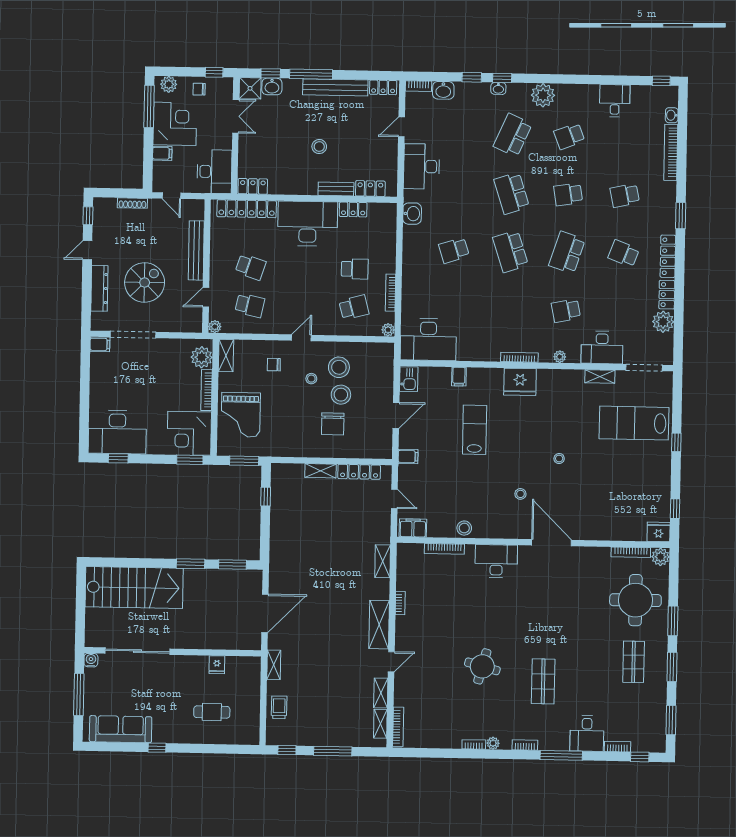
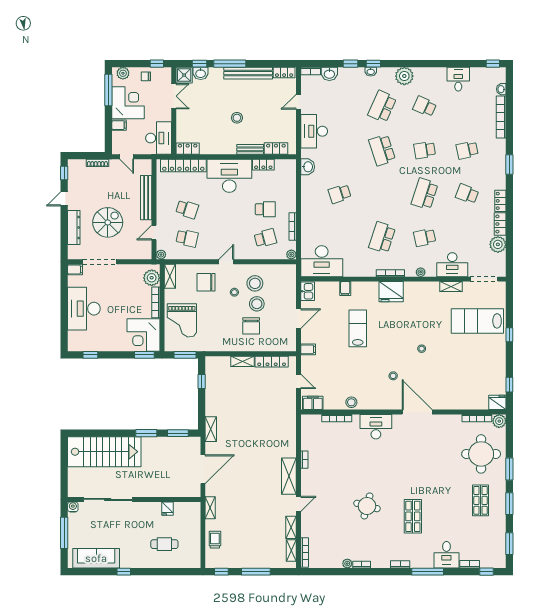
school desk: (569, 136) -> (425, 106), turned 45
school desk: (510, 251) -> (382, 237), moved, turned 36
locker: (668, 256) -> (500, 201), width x0.66
chair: (274, 365) -> (206, 282), width x1.87, depth x1.87
desk: (117, 432) -> (84, 309), moved, turned 90
shelving: (383, 561) -> (211, 429), moved
plant: (493, 743) -> (347, 564), moved

